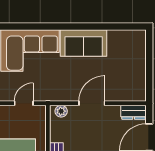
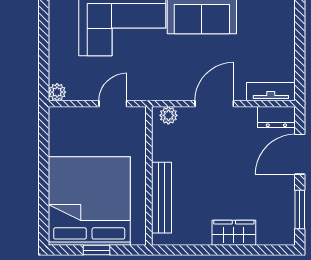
tv unit: (130, 95) -> (271, 92), added

